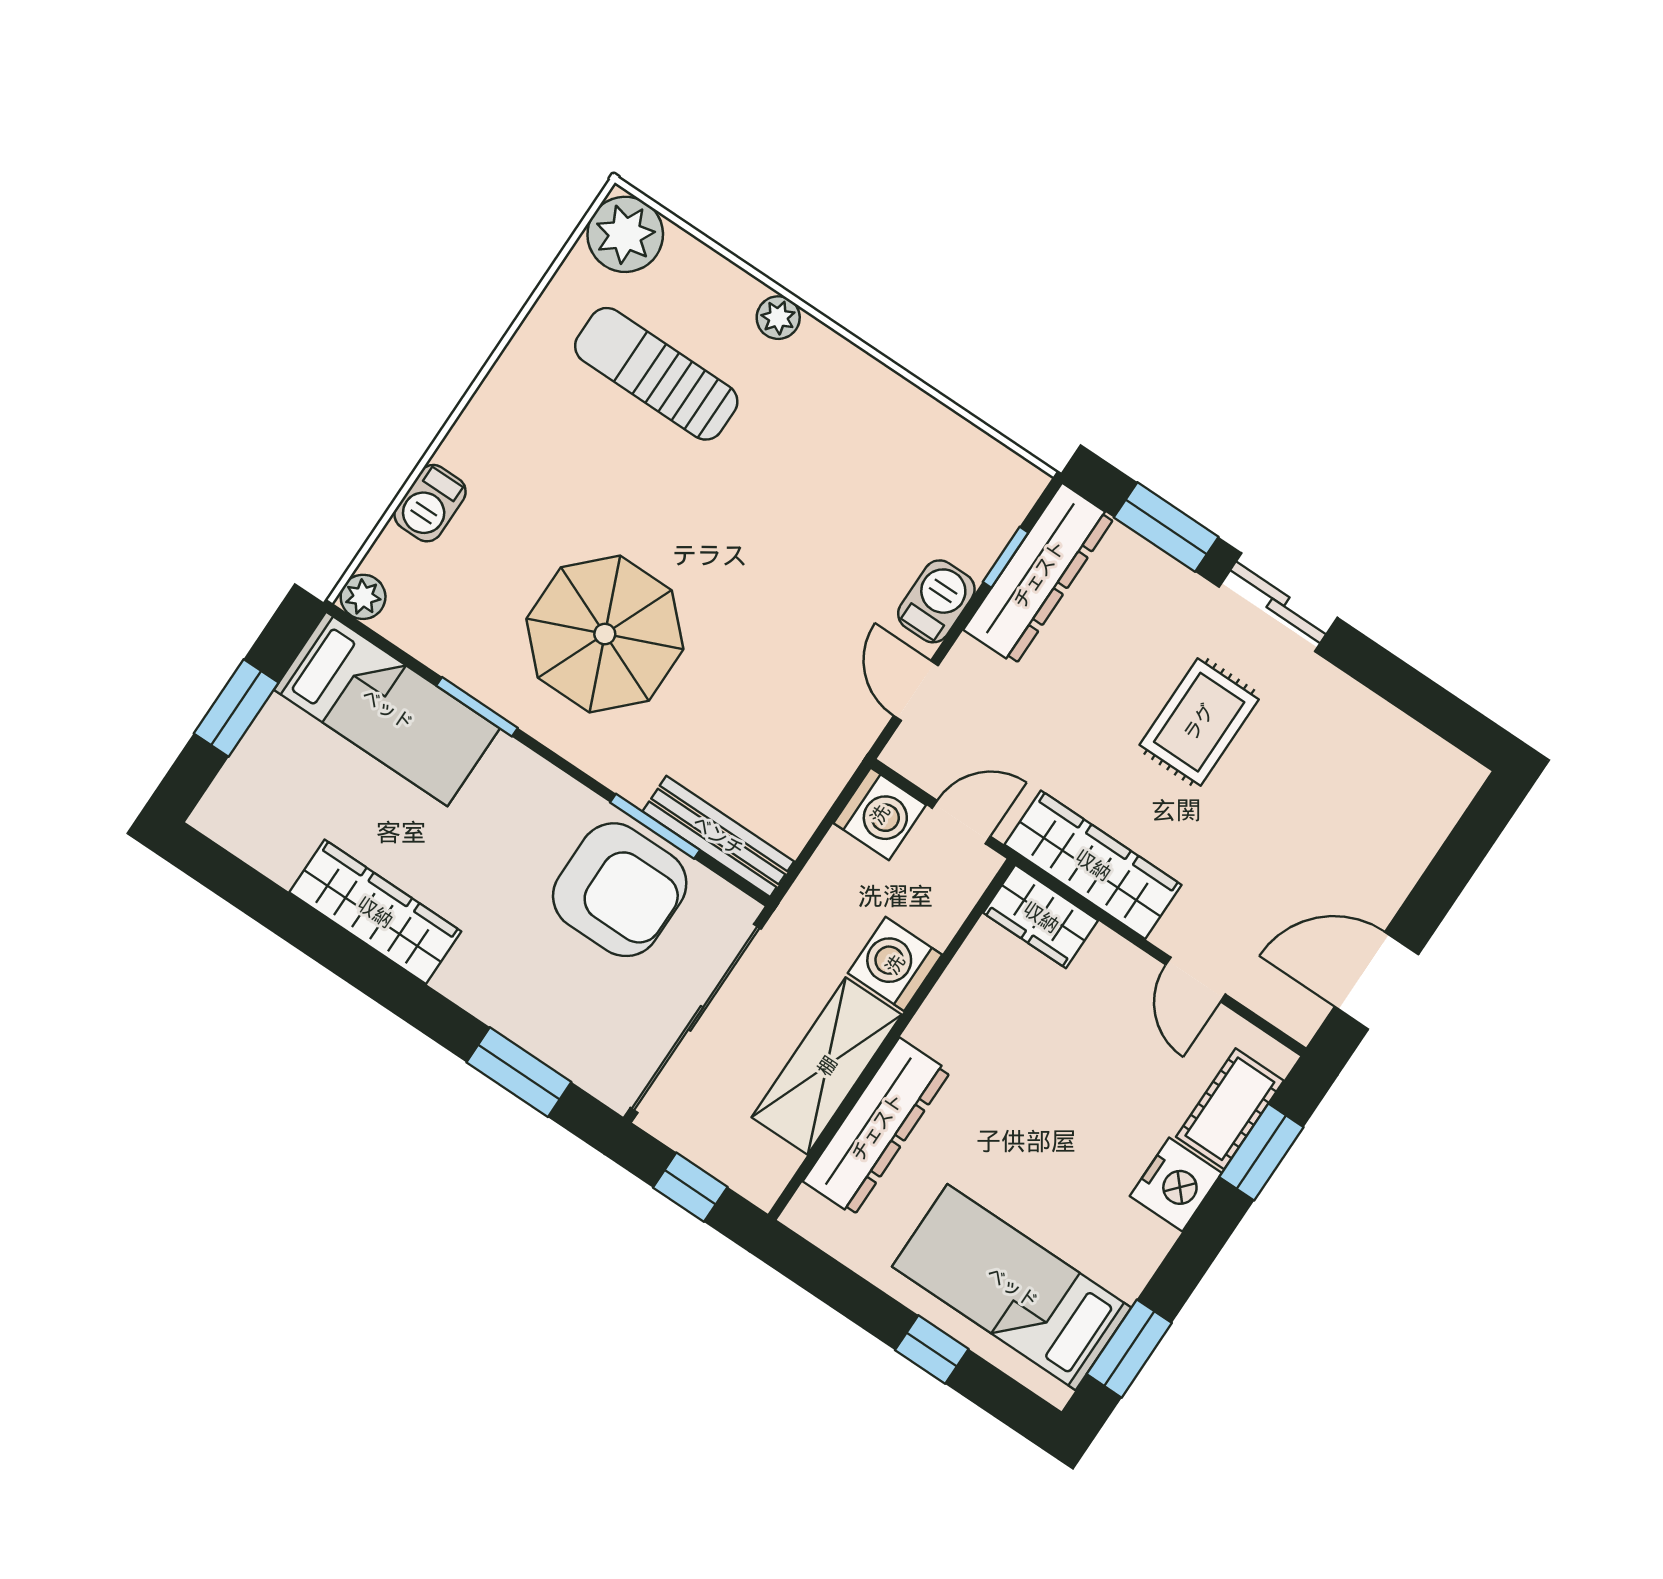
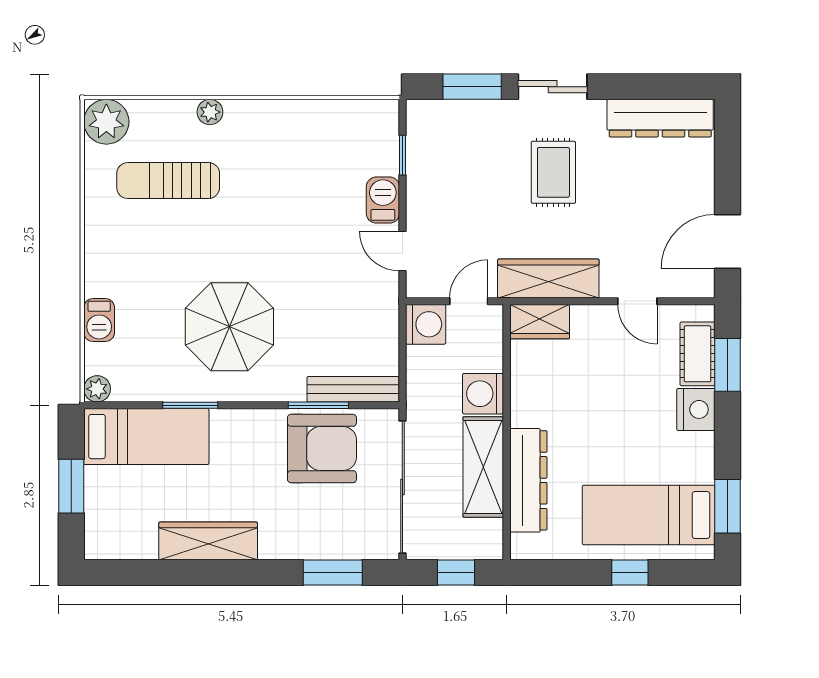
dresser: (1039, 574) -> (660, 118), moved, turned 90

